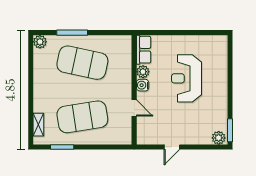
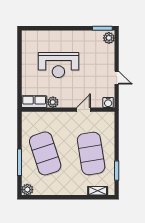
exercise mat: (82, 63) -> (45, 153), turned -30
water cooler: (143, 85) -> (108, 102), moved

